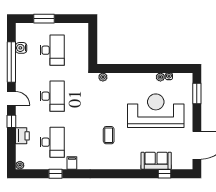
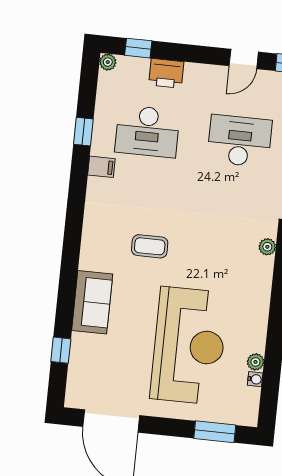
desk: (52, 96) -> (240, 141), turned 180
window: (11, 121) -> (138, 48), moved
sofa: (156, 161) -> (92, 302), moved

